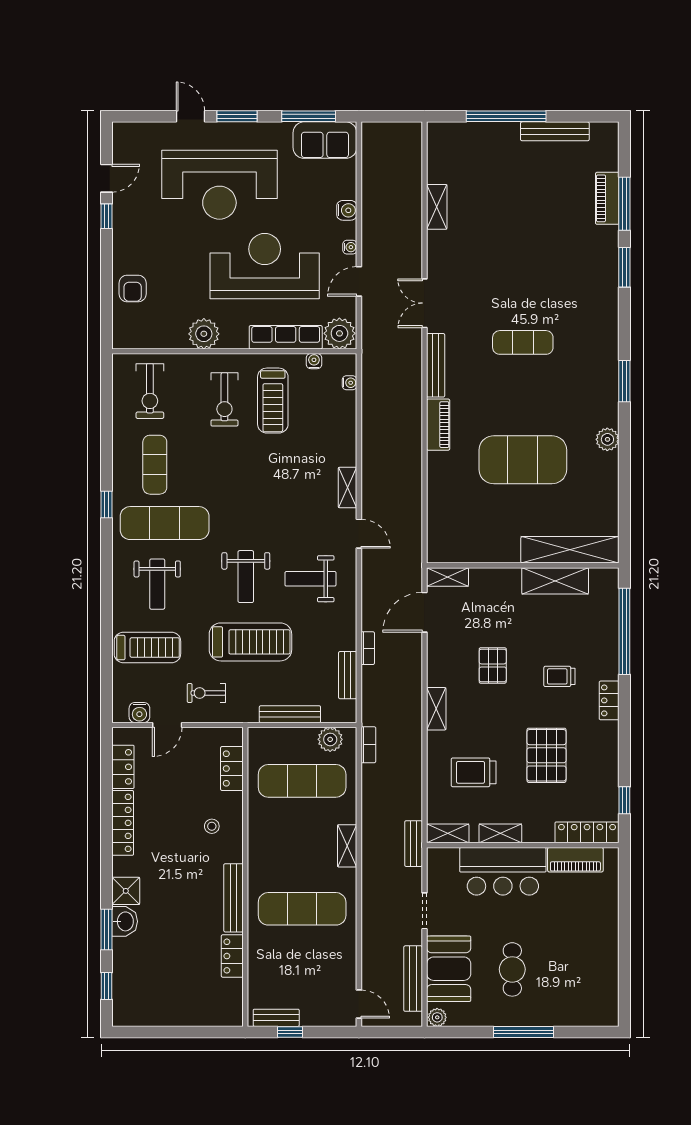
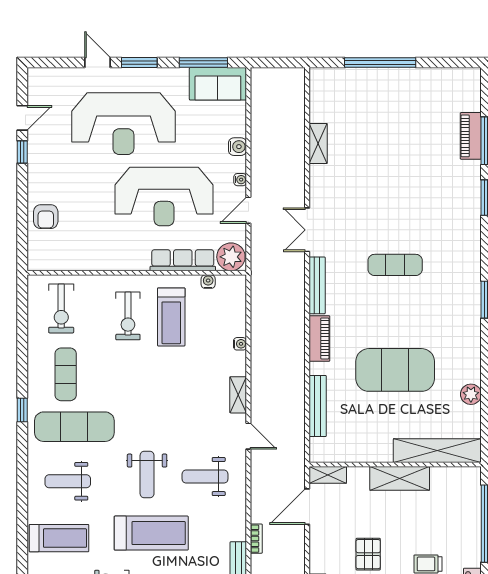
bench: (555, 131) -> (318, 406), moved, turned 90
reception desk: (265, 266) -> (164, 197), turned 180
plant: (204, 334) -> (110, 257), removed
water cooler: (350, 383) -> (240, 344), moved
plant: (607, 439) -> (471, 394), moved
shelving: (555, 581) -> (400, 478), moved
weight bench: (157, 584) -> (68, 481), turned 90

